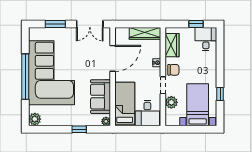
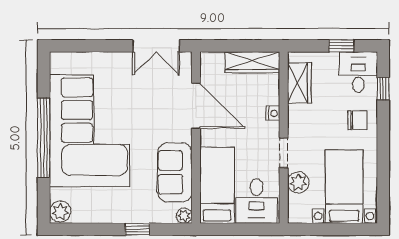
window: (55, 24) -> (96, 46), removed
door: (113, 58) -> (196, 106), hinge flipped
chair: (173, 70) -> (357, 120), moved
window: (220, 94) -> (383, 89), moved

